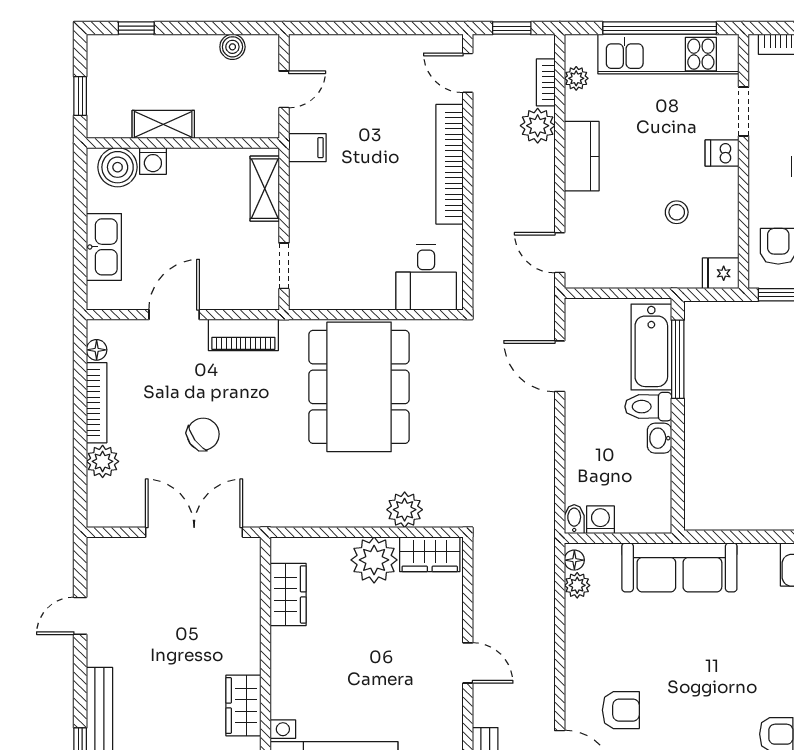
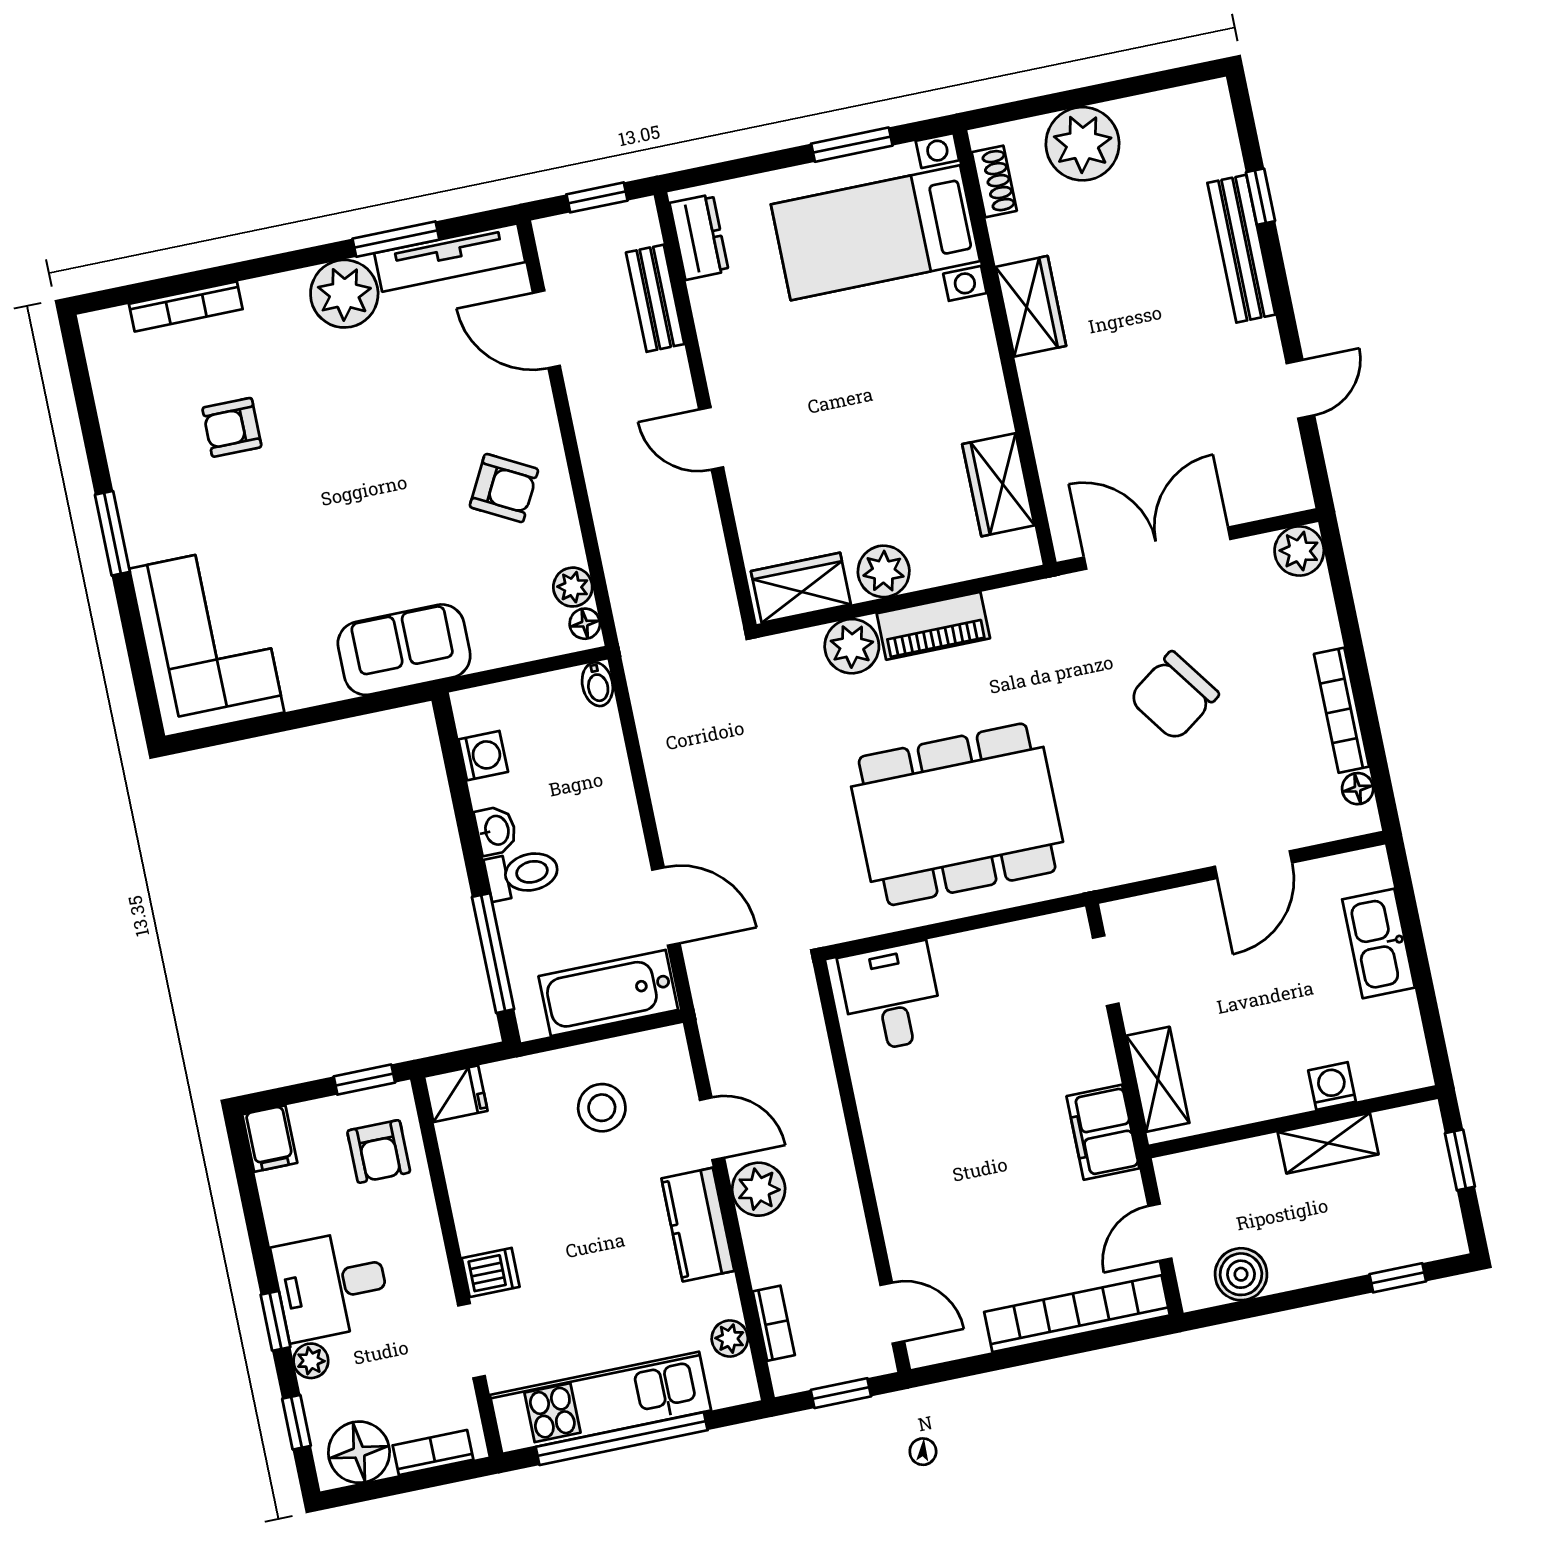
boiler: (232, 47) -> (1241, 1274), width x1.36, depth x1.36
plant: (538, 126) -> (759, 1189), moved
filing cabinet: (307, 148) -> (1103, 1132), width x2.00
bookcase: (450, 164) -> (1077, 1314), moved, turned -90
boiler: (118, 167) -> (1383, 1066), removed
stool: (677, 212) -> (602, 1108), moved, width x1.37, depth x1.37
door: (560, 253) -> (712, 1129), moved
piano: (243, 335) -> (933, 626), moved, turned 180
bathtub: (651, 347) -> (608, 993), moved, turned -90
dining table: (359, 387) -> (957, 814), turned 90
chair: (203, 434) -> (1174, 696), width x1.37, depth x1.37
plant: (103, 461) -> (1299, 551), moved
washing machine: (600, 520) -> (483, 756), moved, turned -90
double door: (194, 532) -> (1157, 548), swing flipped
plant: (374, 560) -> (884, 571), width x0.73, depth x0.73
sofa: (679, 567) -> (404, 650), width x0.73
armchair: (621, 710) -> (504, 488), moved, turned -152

